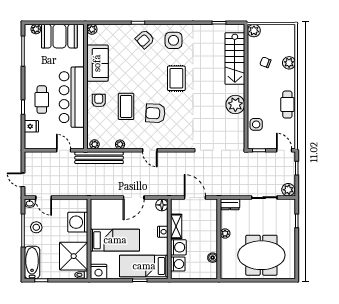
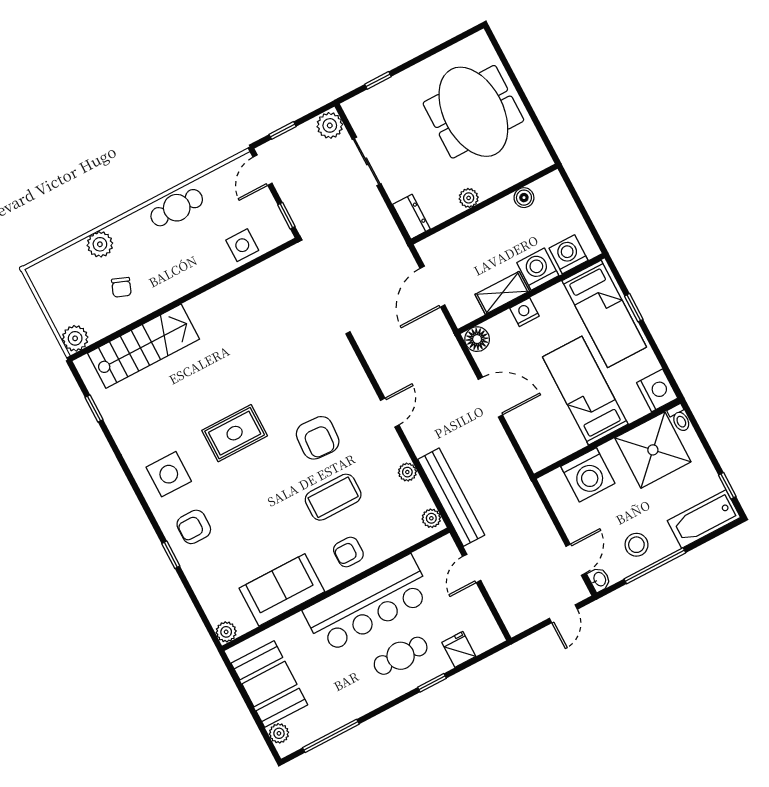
armchair: (145, 39) -> (194, 527), turned 132
plant: (235, 105) -> (226, 302), removed

